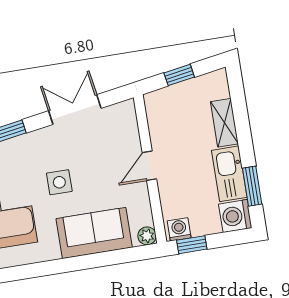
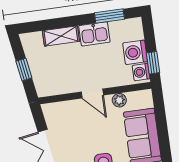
kitchen sink: (229, 174) -> (94, 34), width x0.73
washing machine: (235, 216) -> (135, 52), moved, turned 90
plant: (147, 236) -> (119, 100), moved

